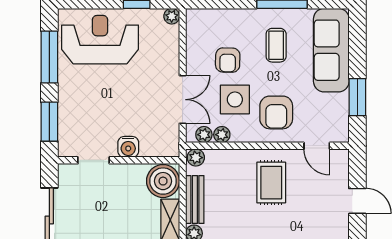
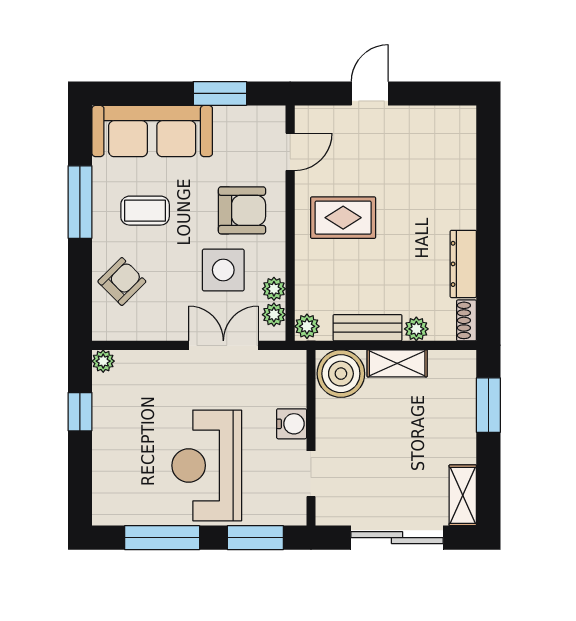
reception desk: (100, 40) -> (207, 465), moved
armchair: (228, 60) -> (122, 281), moved, turned -46

